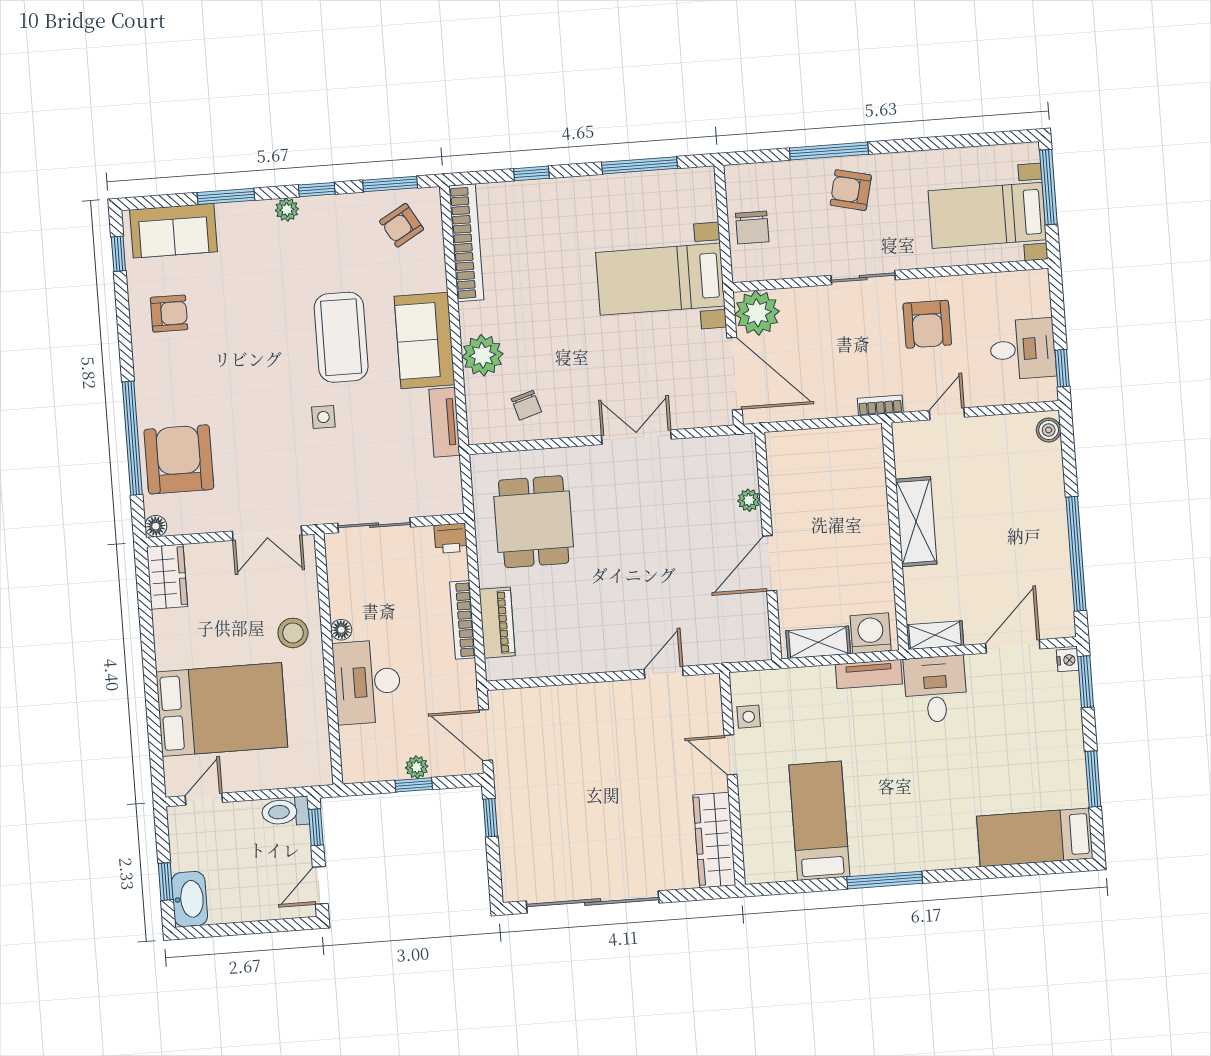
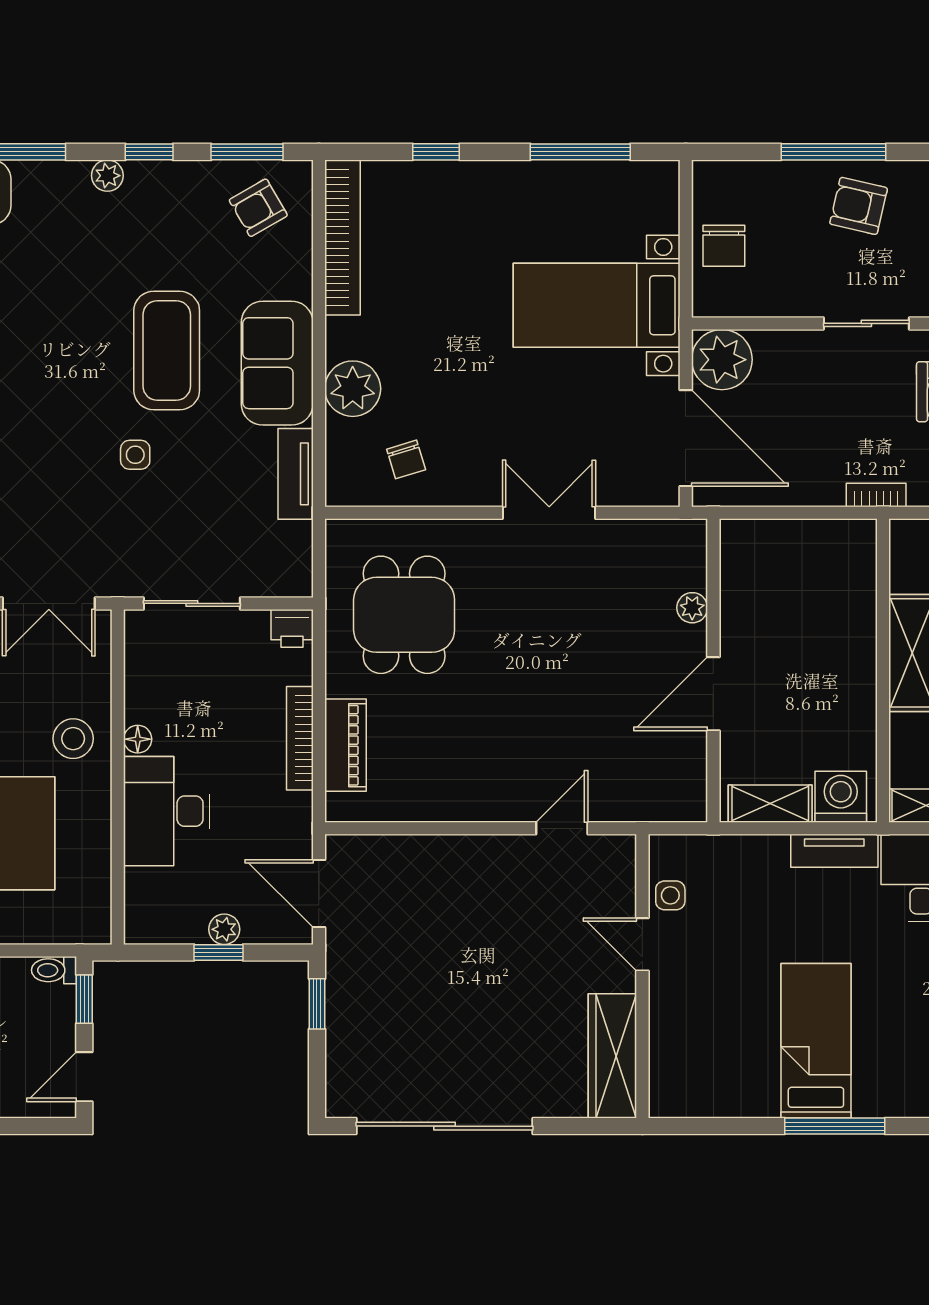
toilet: (285, 812) -> (54, 970), width x0.73, depth x0.72
bed: (819, 821) -> (816, 1041), moved

